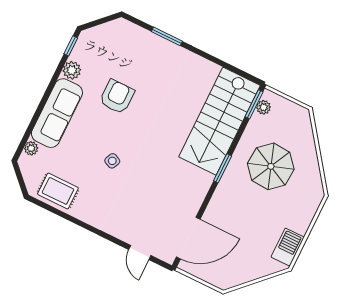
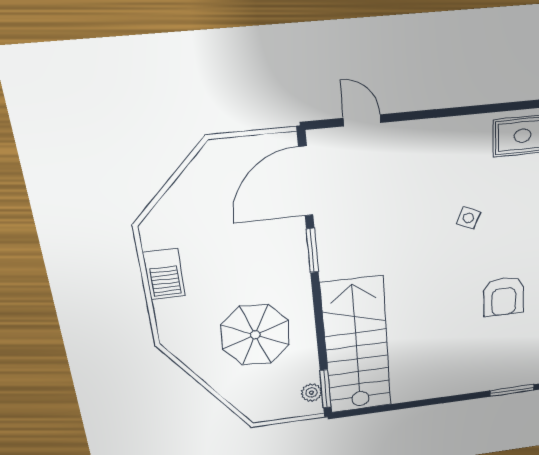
window: (167, 36) -> (512, 390), moved
window: (223, 168) -> (312, 250), moved
barbecue: (288, 247) -> (164, 274), moved

